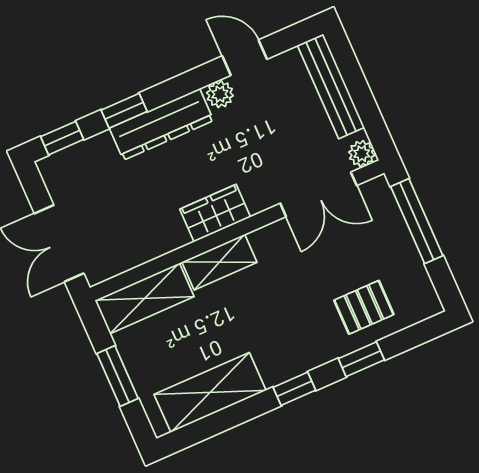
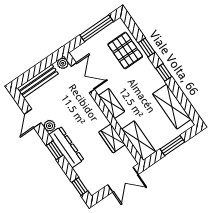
window: (124, 111) -> (55, 150), moved
wardrobe: (215, 213) -> (112, 138), moved
window: (417, 221) -> (97, 28), moved
shelving: (219, 262) -> (112, 103), moved
pallet: (364, 307) -> (125, 50), width x1.50, depth x1.42

